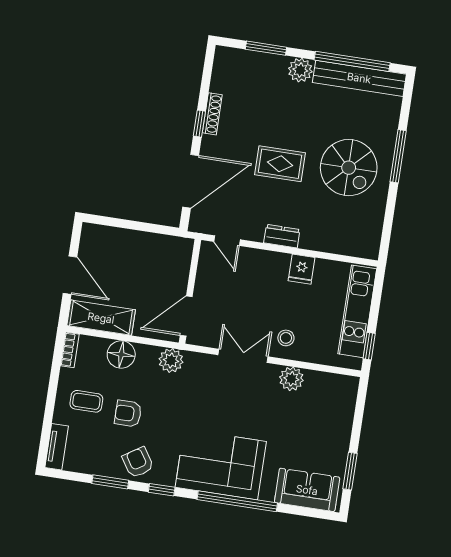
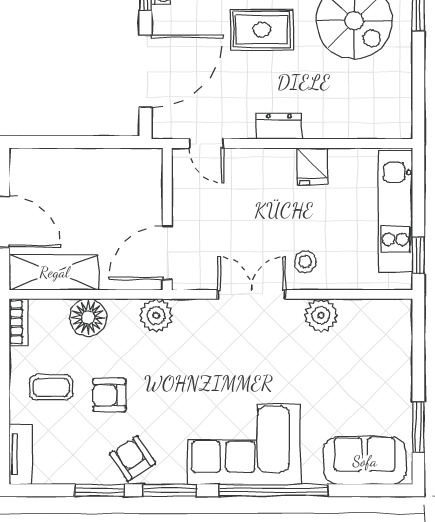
window: (162, 490) -> (170, 490), width x1.50

